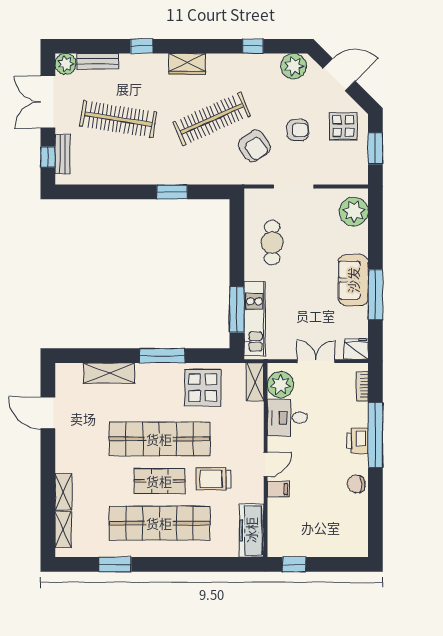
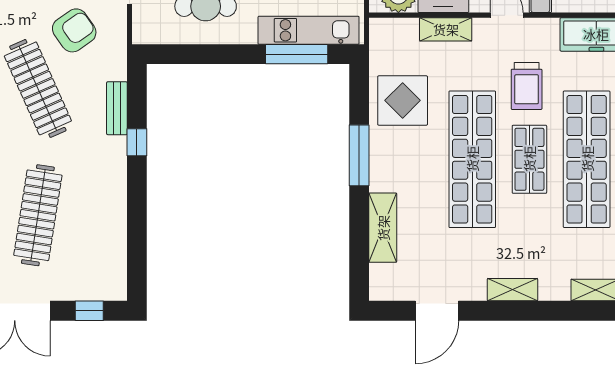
bench: (63, 154) -> (117, 108), moved, turned 90
window: (172, 192) -> (137, 142), width x0.67
shelving: (255, 382) -> (446, 29), moved
shelving: (63, 492) -> (512, 290), moved

